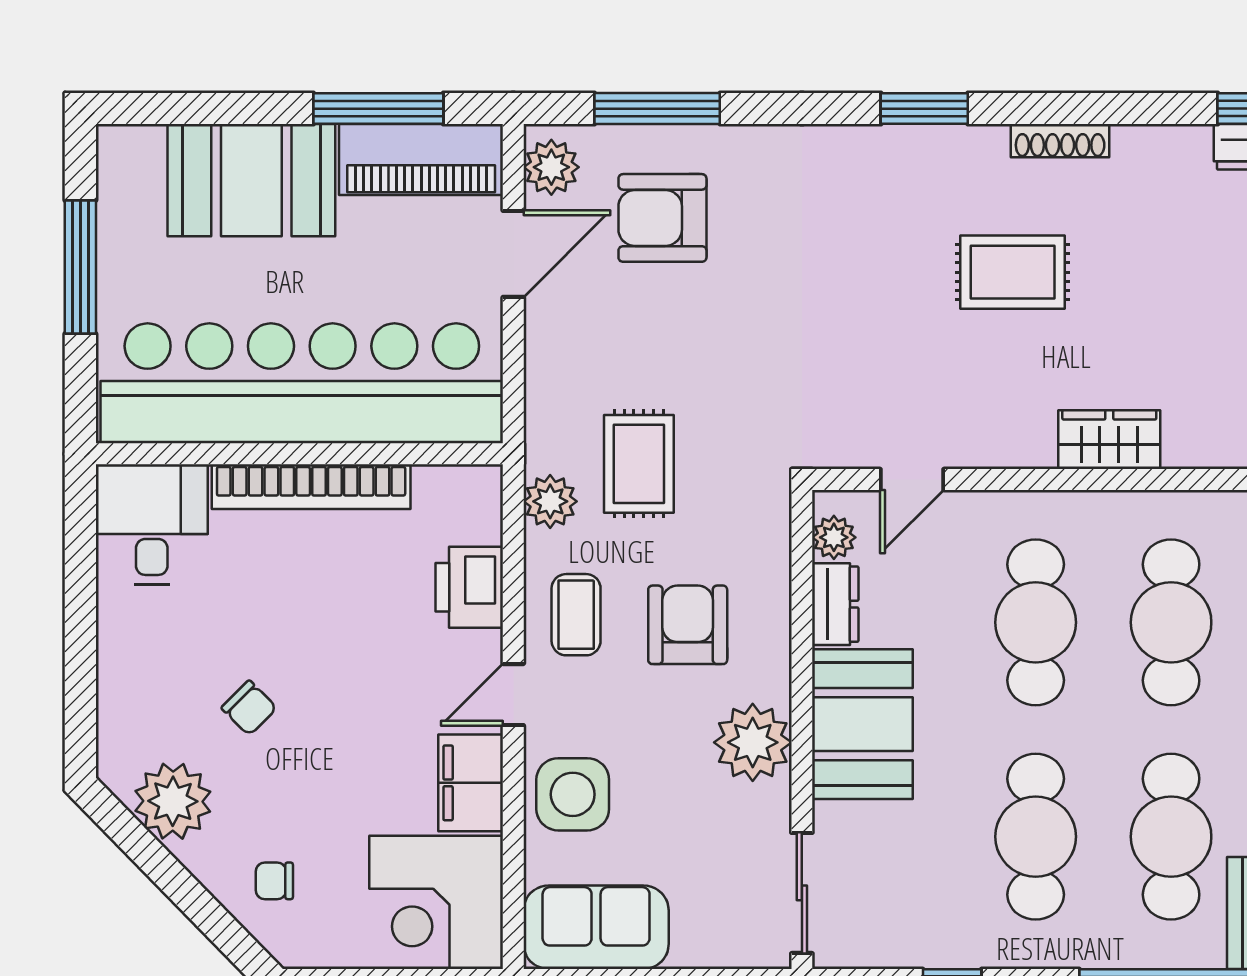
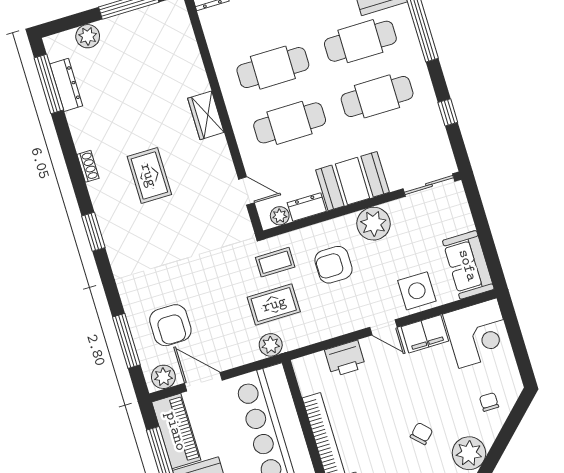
shoe rack: (1060, 141) -> (88, 166), width x0.70
plant: (550, 501) -> (271, 345), moved
coffee table: (576, 615) -> (275, 262), moved
chair: (274, 881) -> (489, 402), turned 180

